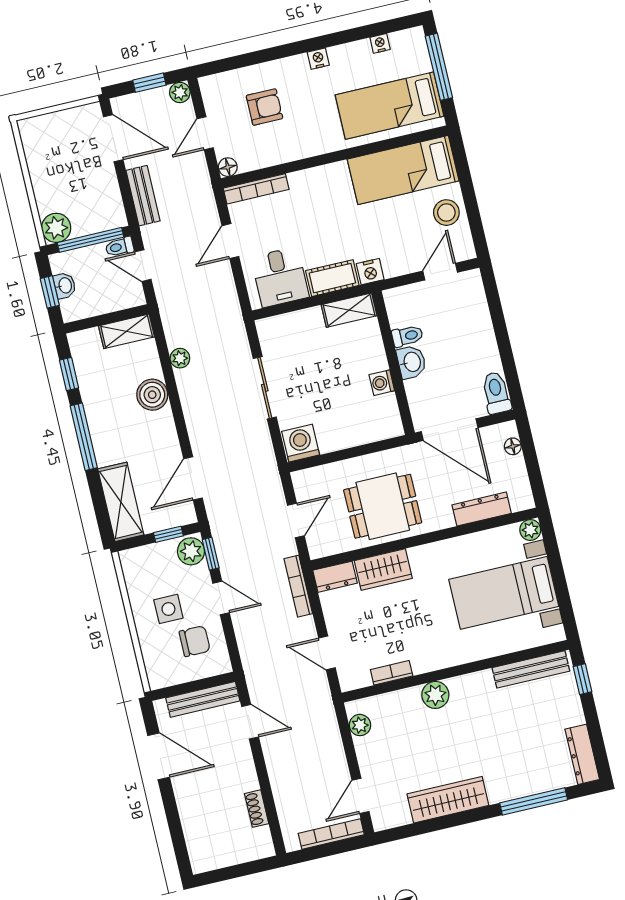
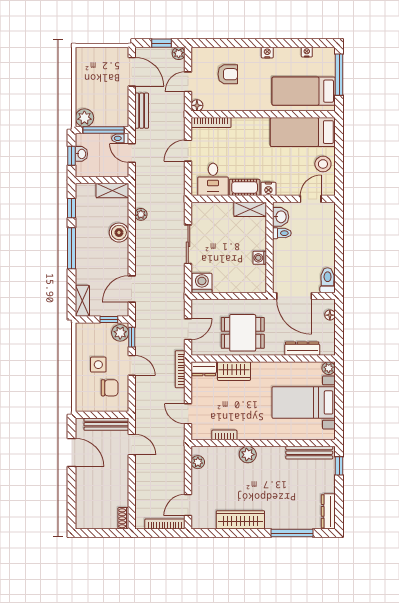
washbasin: (411, 362) -> (281, 217), moved
shelving: (121, 502) -> (82, 301), width x0.67, depth x0.75
shoe rack: (257, 809) -> (123, 518), moved

